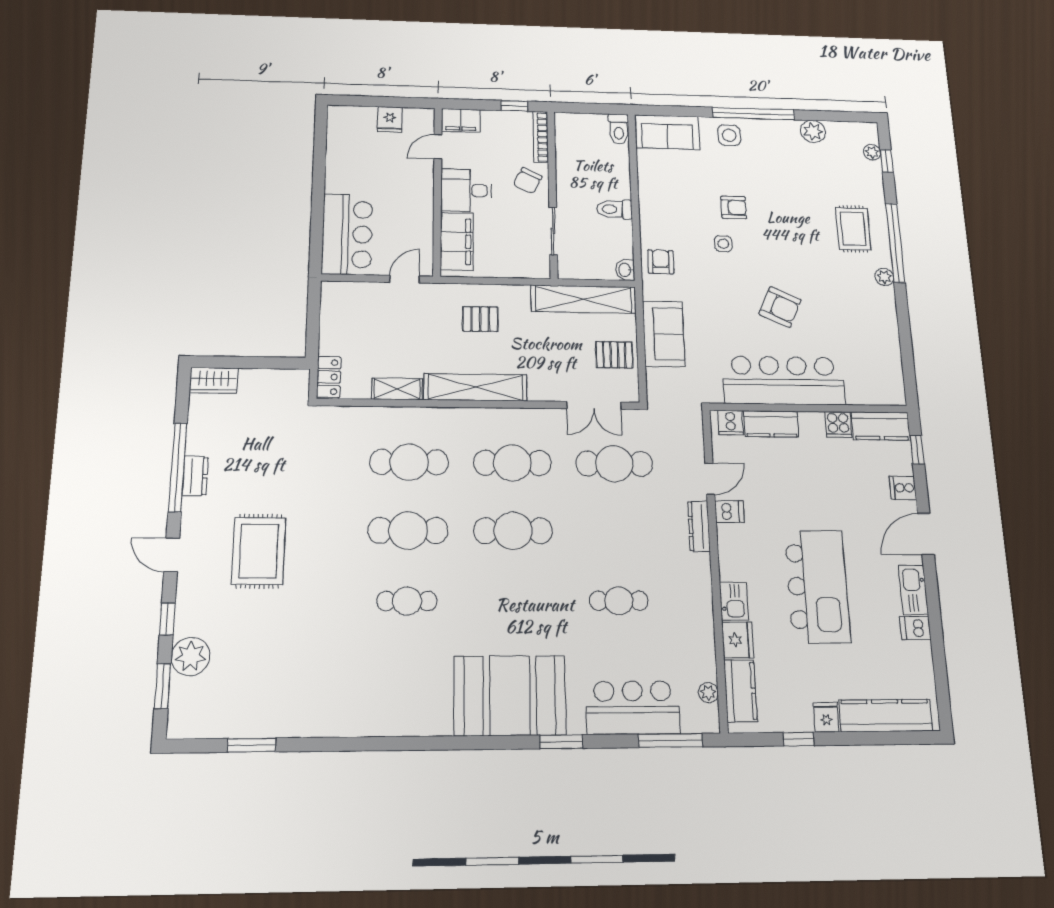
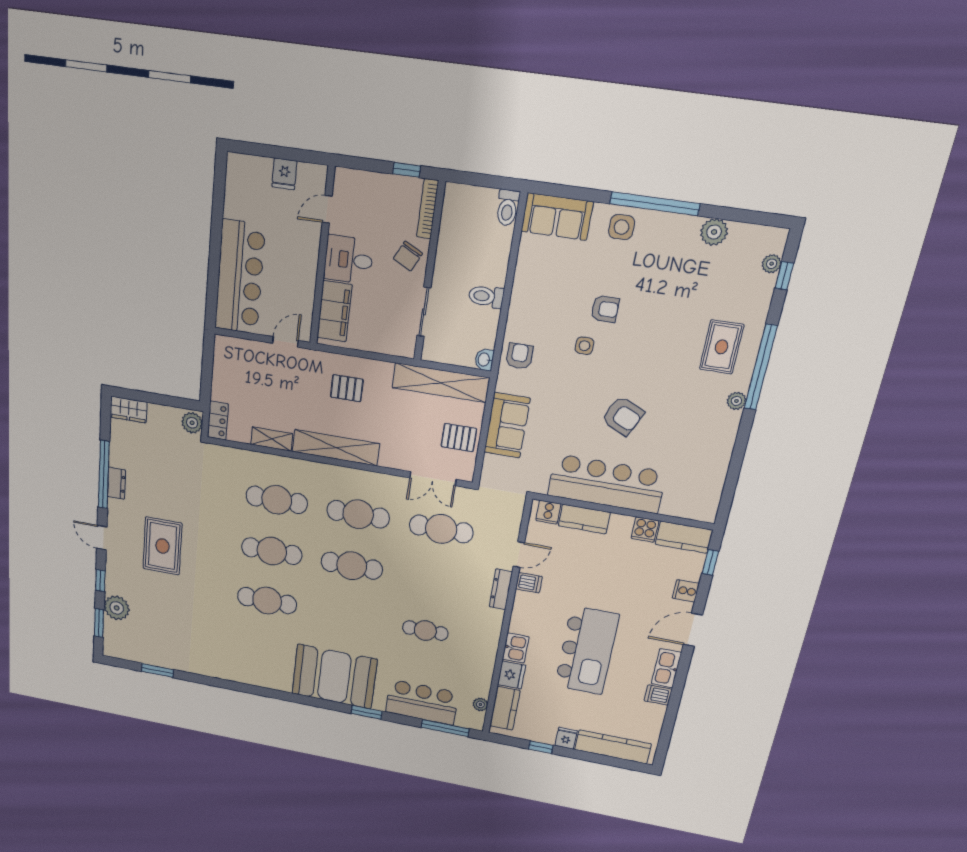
filing cabinet: (461, 121) -> (352, 182), removed
bar counter: (347, 234) -> (240, 277), width x1.36
plant: (296, 384) -> (192, 423), added
cafe table: (407, 601) -> (267, 601), width x1.37, depth x1.35

